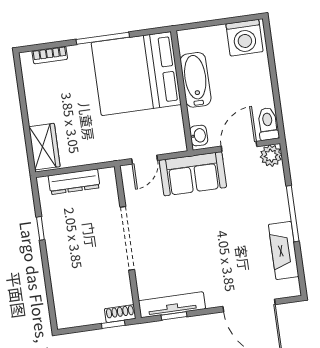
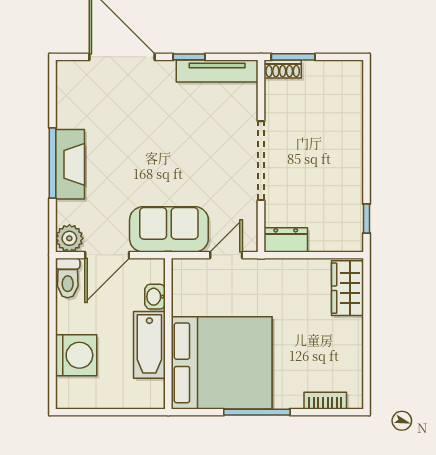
washing machine: (244, 38) -> (76, 355), moved, turned 90
washbasin: (199, 135) -> (155, 297), moved
dresser: (74, 182) -> (286, 240), moved, width x0.70
window: (40, 228) -> (367, 218), moved
fireplace: (284, 250) -> (70, 164), moved
window: (174, 316) -> (189, 57), moved
window: (113, 324) -> (293, 57), width x1.50

